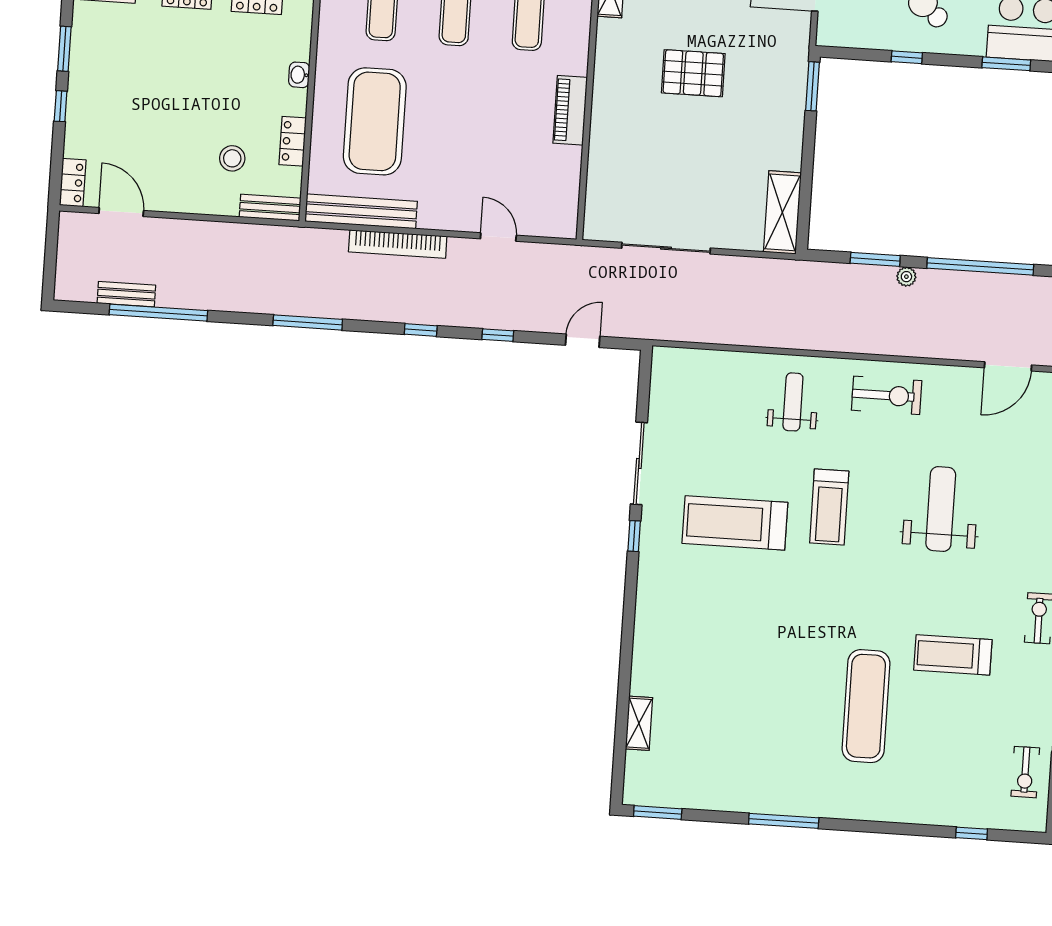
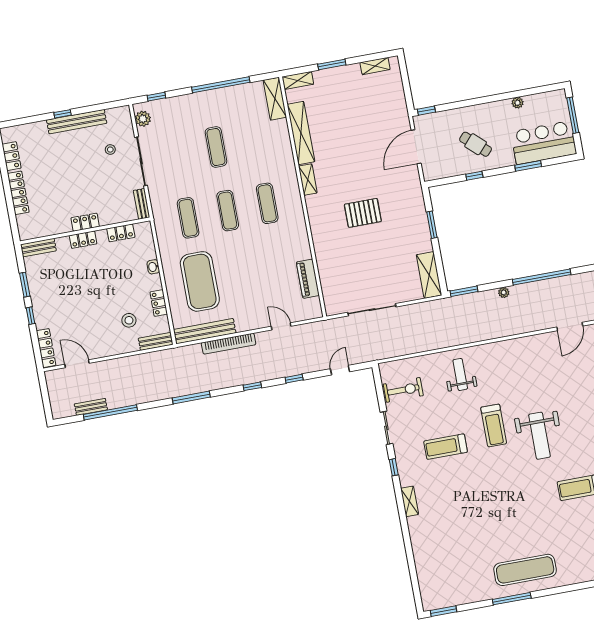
window: (812, 86) -> (432, 225), moved
piano: (570, 110) -> (308, 279), moved
locker: (73, 183) -> (46, 348), width x1.53
window: (875, 259) -> (464, 291), moved
exercise bike: (887, 395) -> (403, 390), moved
sliding door: (639, 463) -> (386, 428), width x0.73
weight bench: (941, 509) -> (539, 436), moved, turned 180
treadmill: (735, 523) -> (446, 447), width x0.73, depth x0.73
exercise mat: (866, 706) -> (525, 570), moved, turned 90
shelving: (639, 723) -> (410, 501), moved

